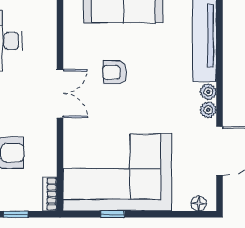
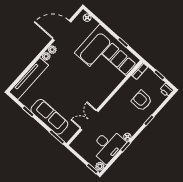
armchair: (115, 72) -> (75, 95), removed
double door: (60, 94) -> (89, 120), moved

